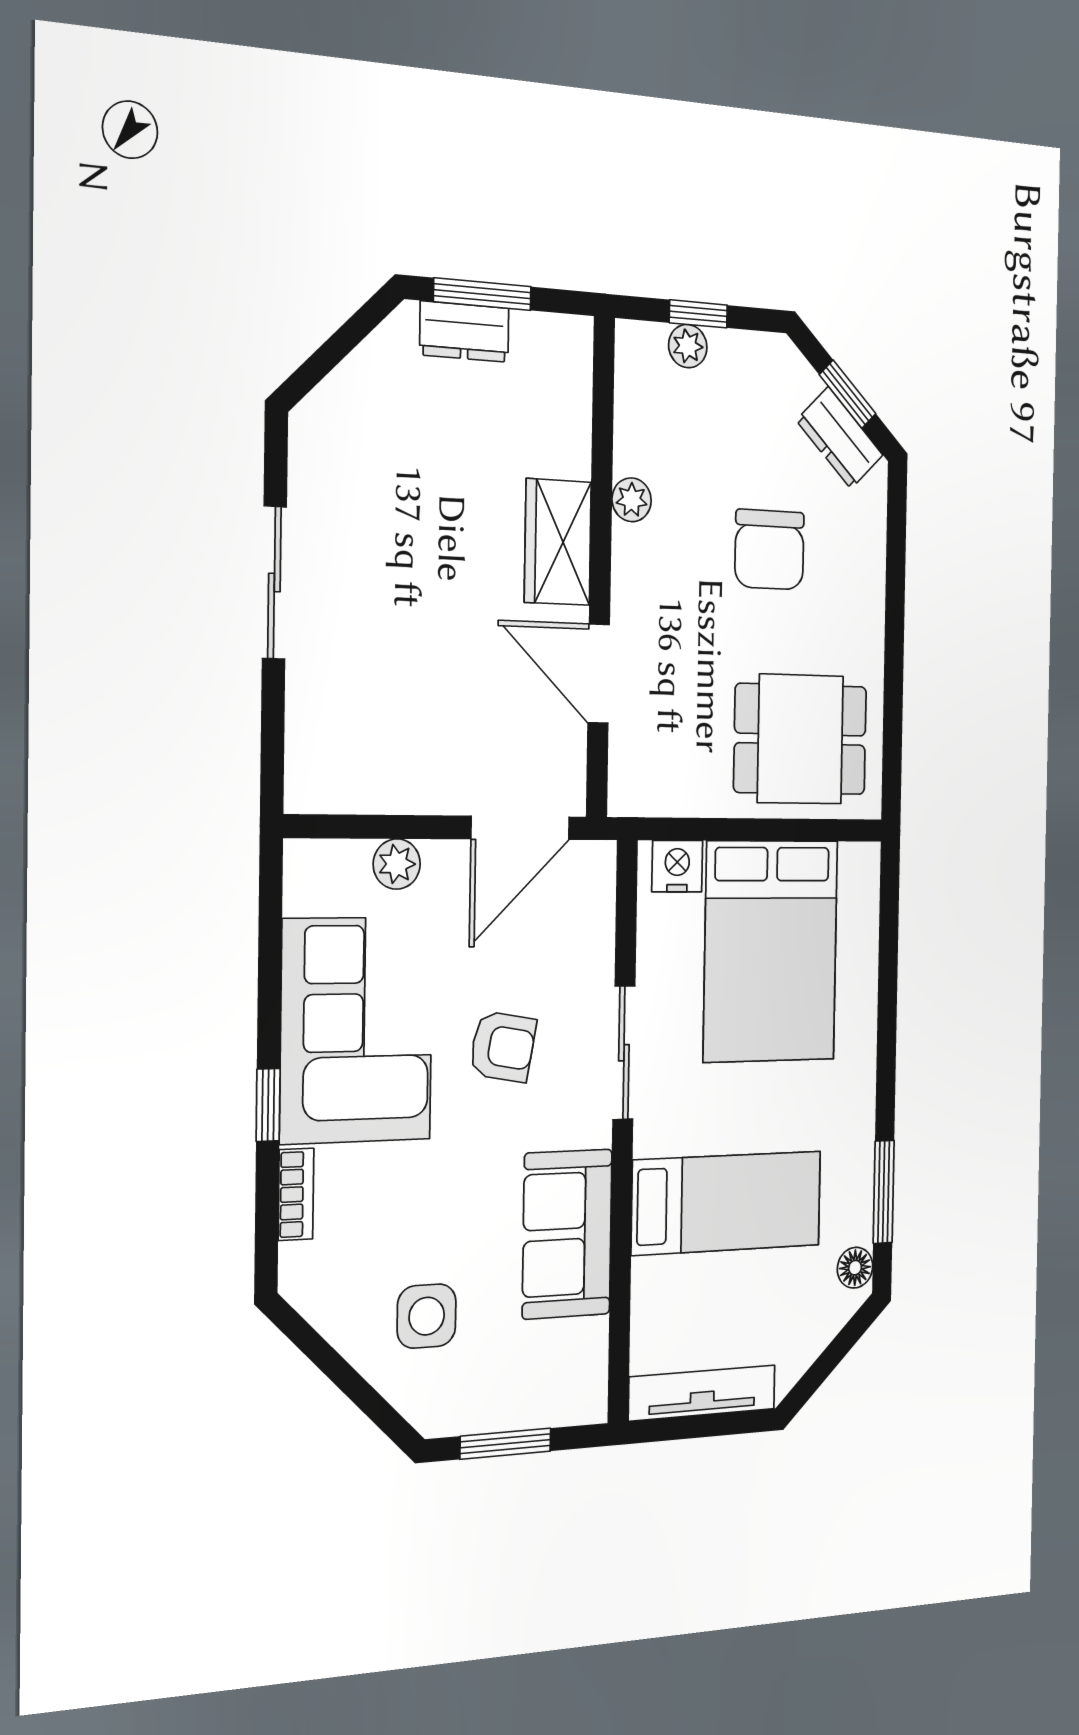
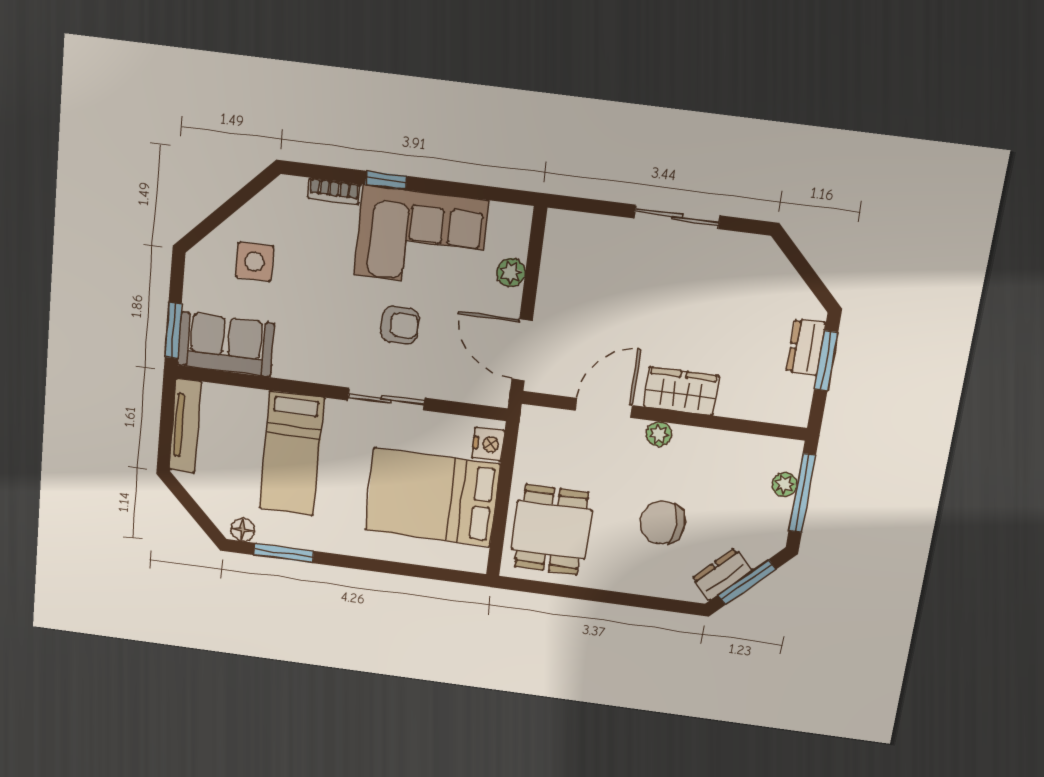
window: (698, 314) -> (802, 493), width x2.17
window: (848, 394) -> (747, 582), width x1.50
plant: (632, 500) -> (659, 434), moved
armchair: (503, 1047) -> (400, 325), turned -100
sofa: (567, 1234) -> (226, 344), moved
window: (505, 1444) -> (173, 330), moved

